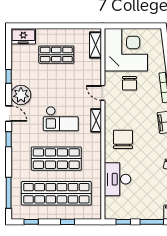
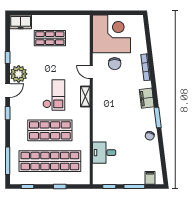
shelving: (96, 45) -> (85, 30), removed
door: (9, 114) -> (8, 90), hinge flipped
checkout: (61, 119) -> (54, 95), turned -90
chair: (123, 139) -> (109, 113), removed
desk: (118, 179) -> (104, 153), width x0.73

